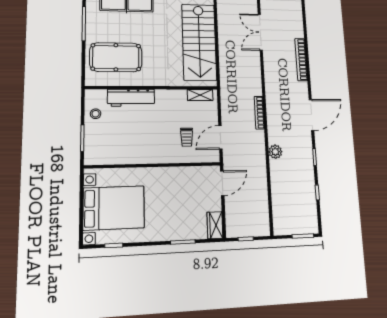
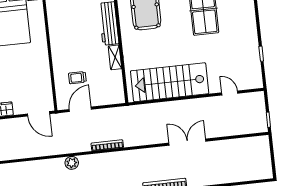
shelving: (200, 95) -> (115, 57), moved
door: (220, 137) -> (80, 109), hinge flipped

